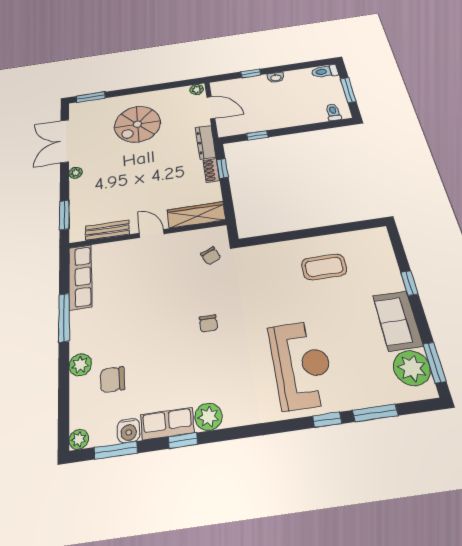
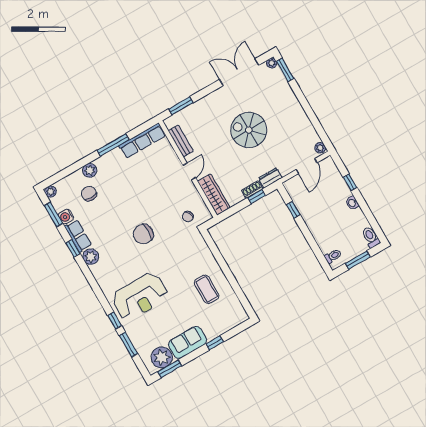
spiral stairs: (137, 124) -> (249, 130), moved
dresser: (206, 142) -> (270, 178), width x0.70
plant: (76, 173) -> (272, 63), moved
chair: (208, 324) -> (143, 234), width x1.87, depth x1.87

